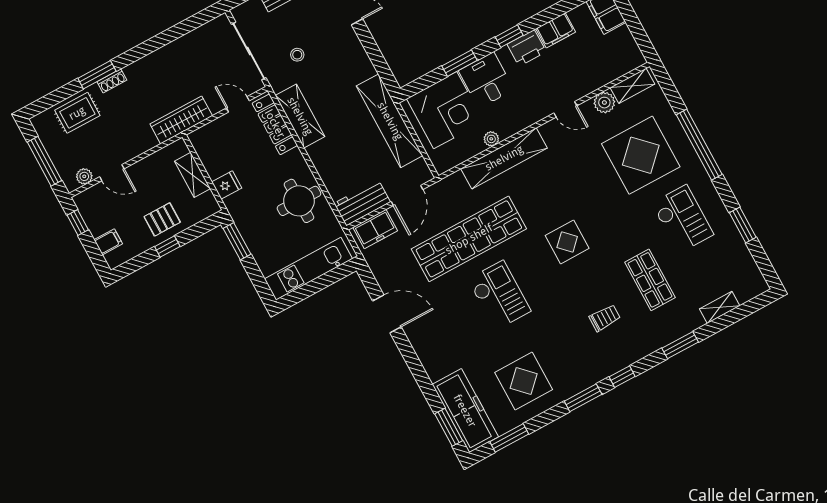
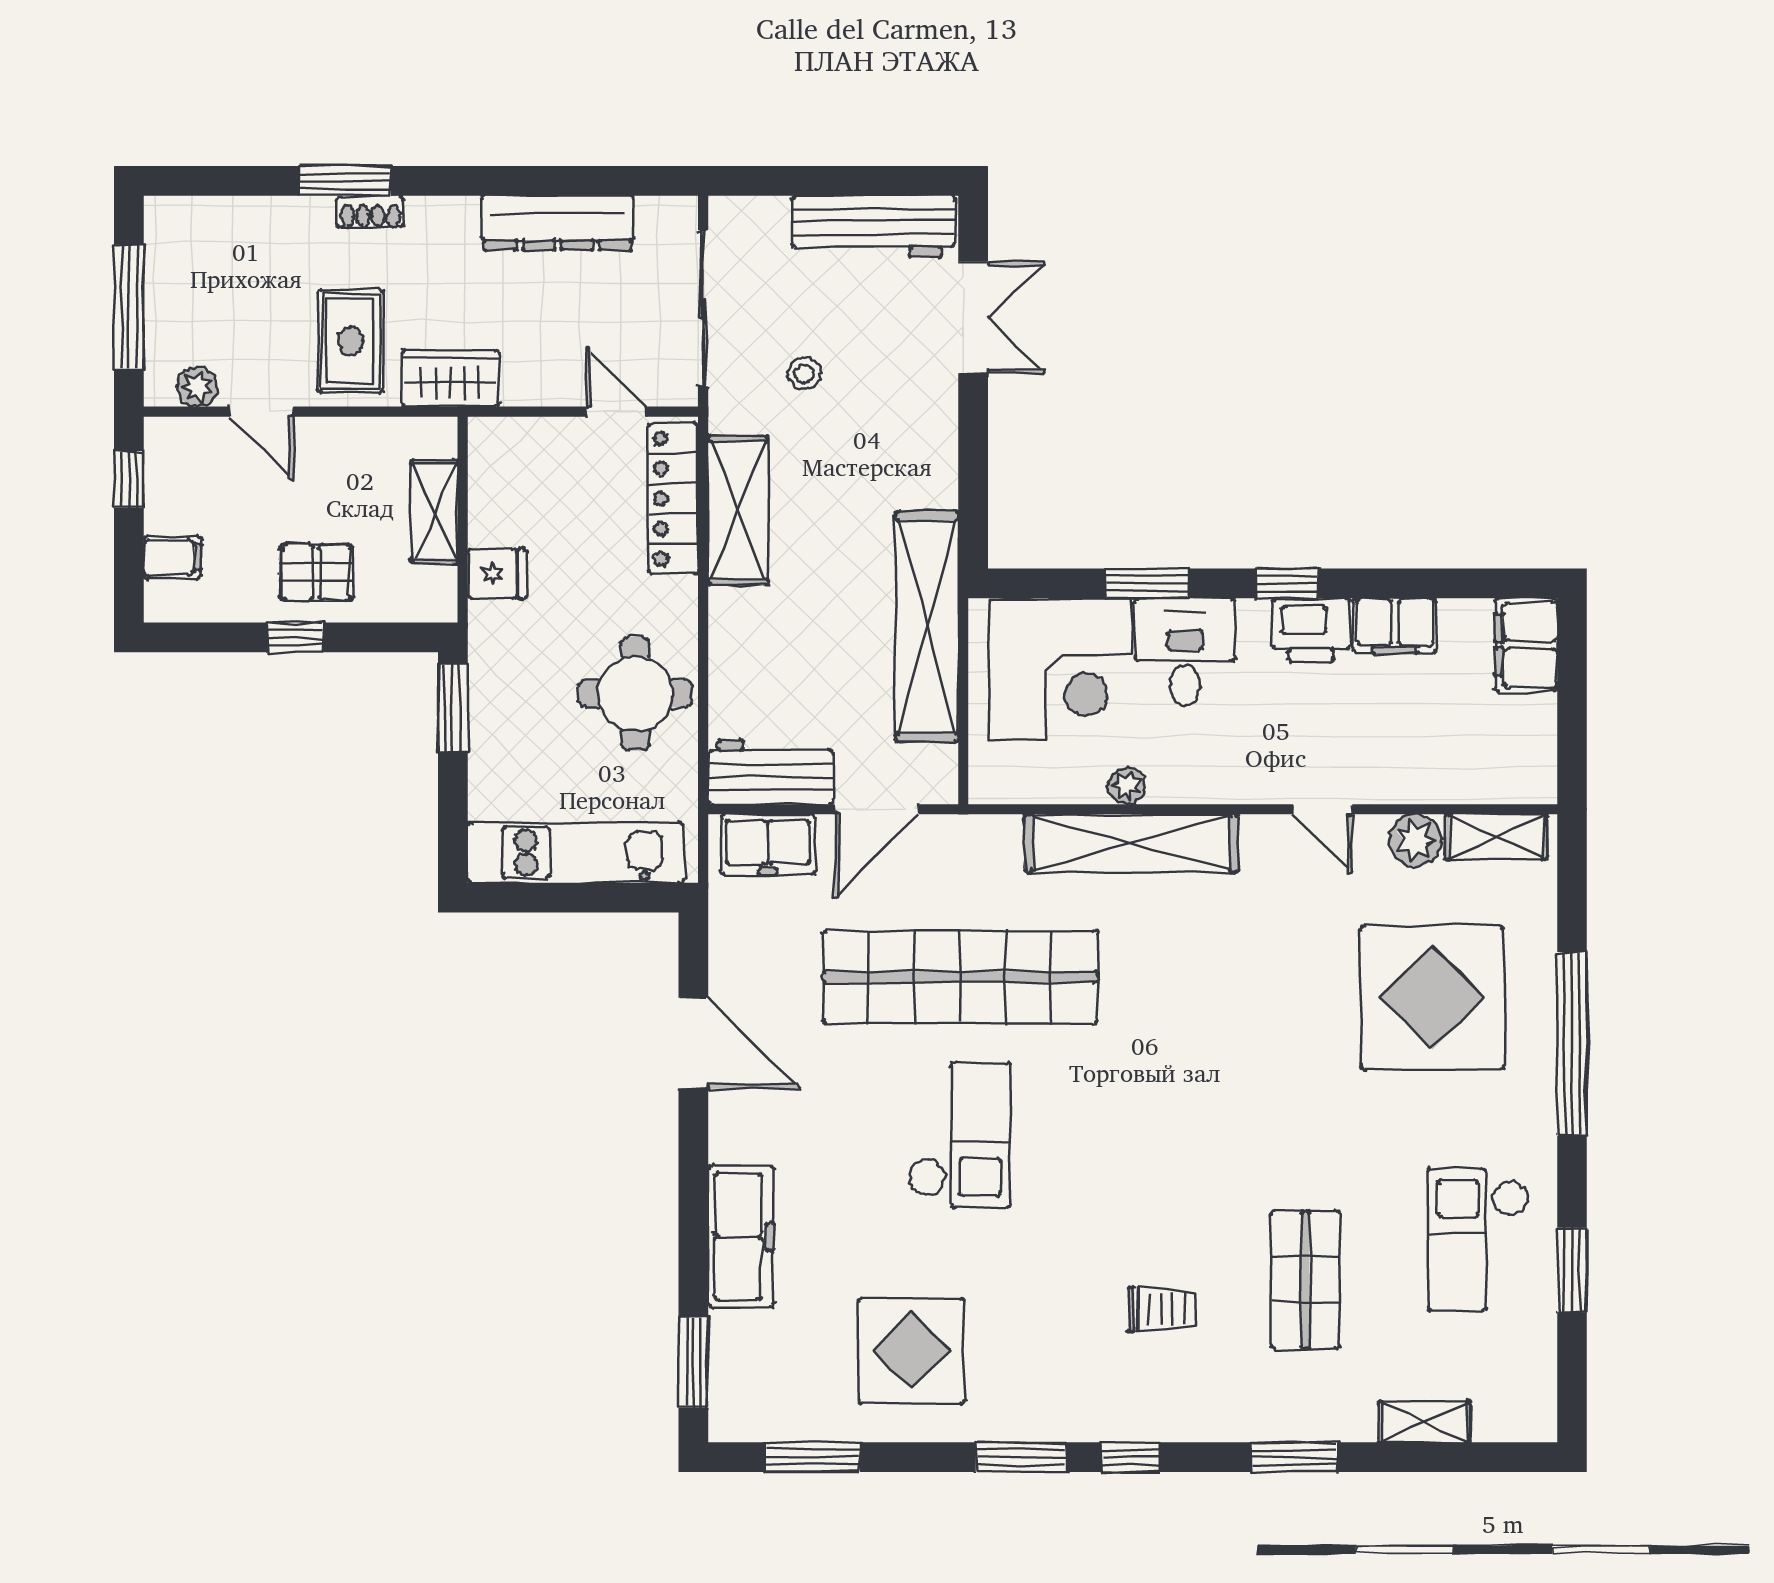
dresser: (181, 49) -> (558, 223), added
rug: (77, 113) -> (350, 341), moved, turned 90
wardrobe: (181, 120) -> (451, 378), width x0.67
checkout: (682, 219) -> (1478, 1240), moved, turned 180
display table: (567, 242) -> (1170, 1100), removed
freezer: (465, 411) -> (741, 1237), moved, width x0.73, depth x0.79

